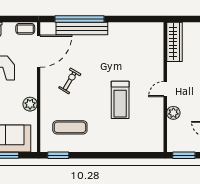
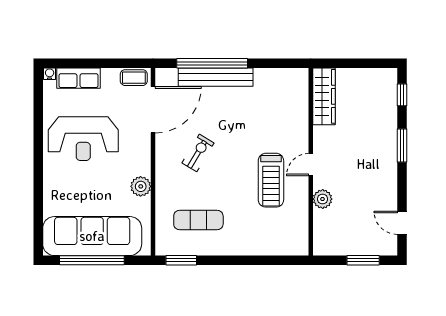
wardrobe: (174, 42) -> (324, 96), moved
wall: (165, 87) -> (311, 162), moved
door: (165, 89) -> (311, 165), moved
plant: (173, 113) -> (323, 199), moved

